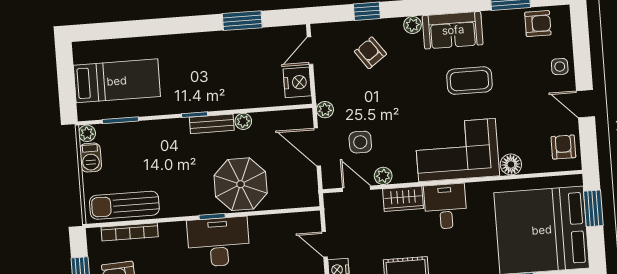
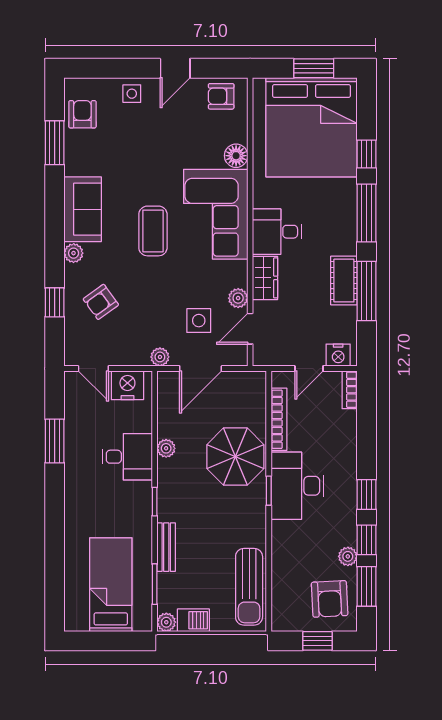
coffee table: (469, 81) -> (153, 231), moved
desk: (233, 87) -> (127, 457), added
bench: (212, 124) -> (166, 547), moved
window: (593, 208) -> (314, 68), moved
bookcase: (130, 232) -> (279, 419), moved

